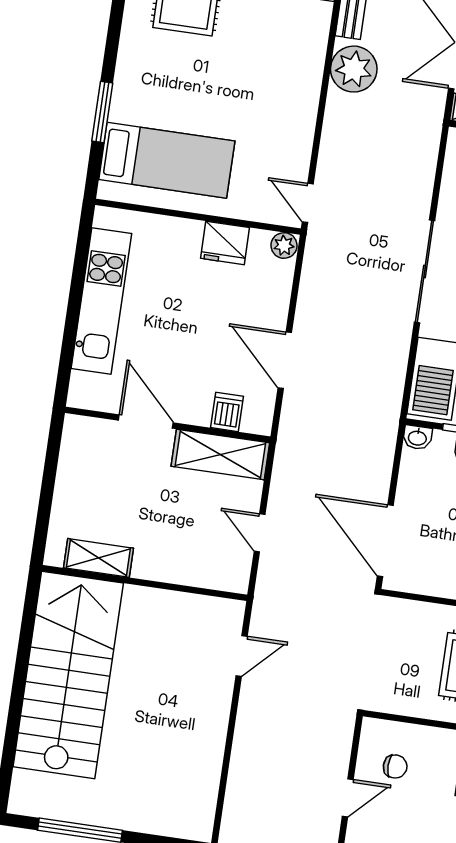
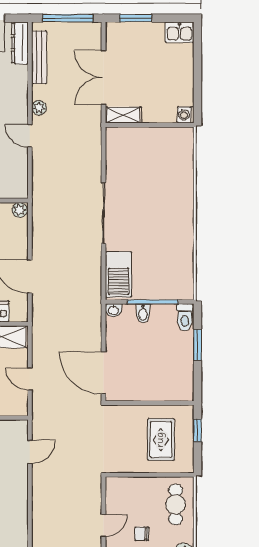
plant: (354, 69) -> (39, 108), width x0.53, depth x0.53
door: (308, 203) -> (30, 136), moved
chair: (395, 766) -> (142, 534), moved, turned 180

